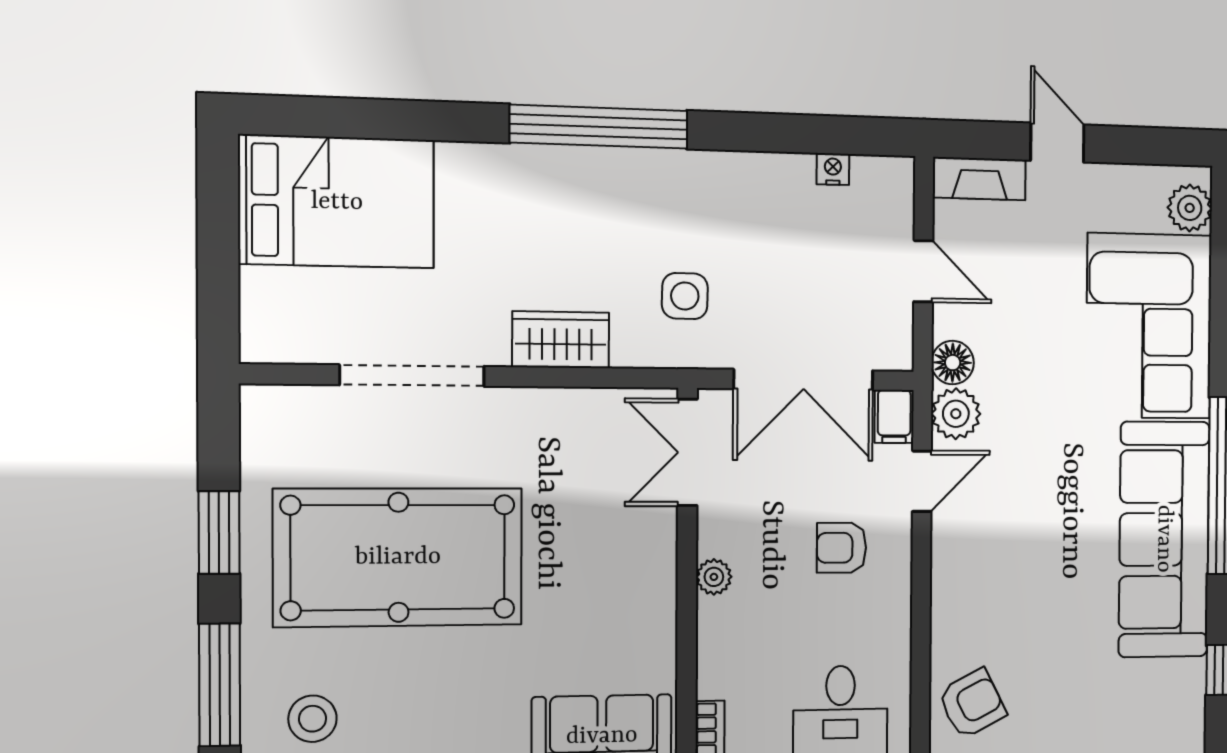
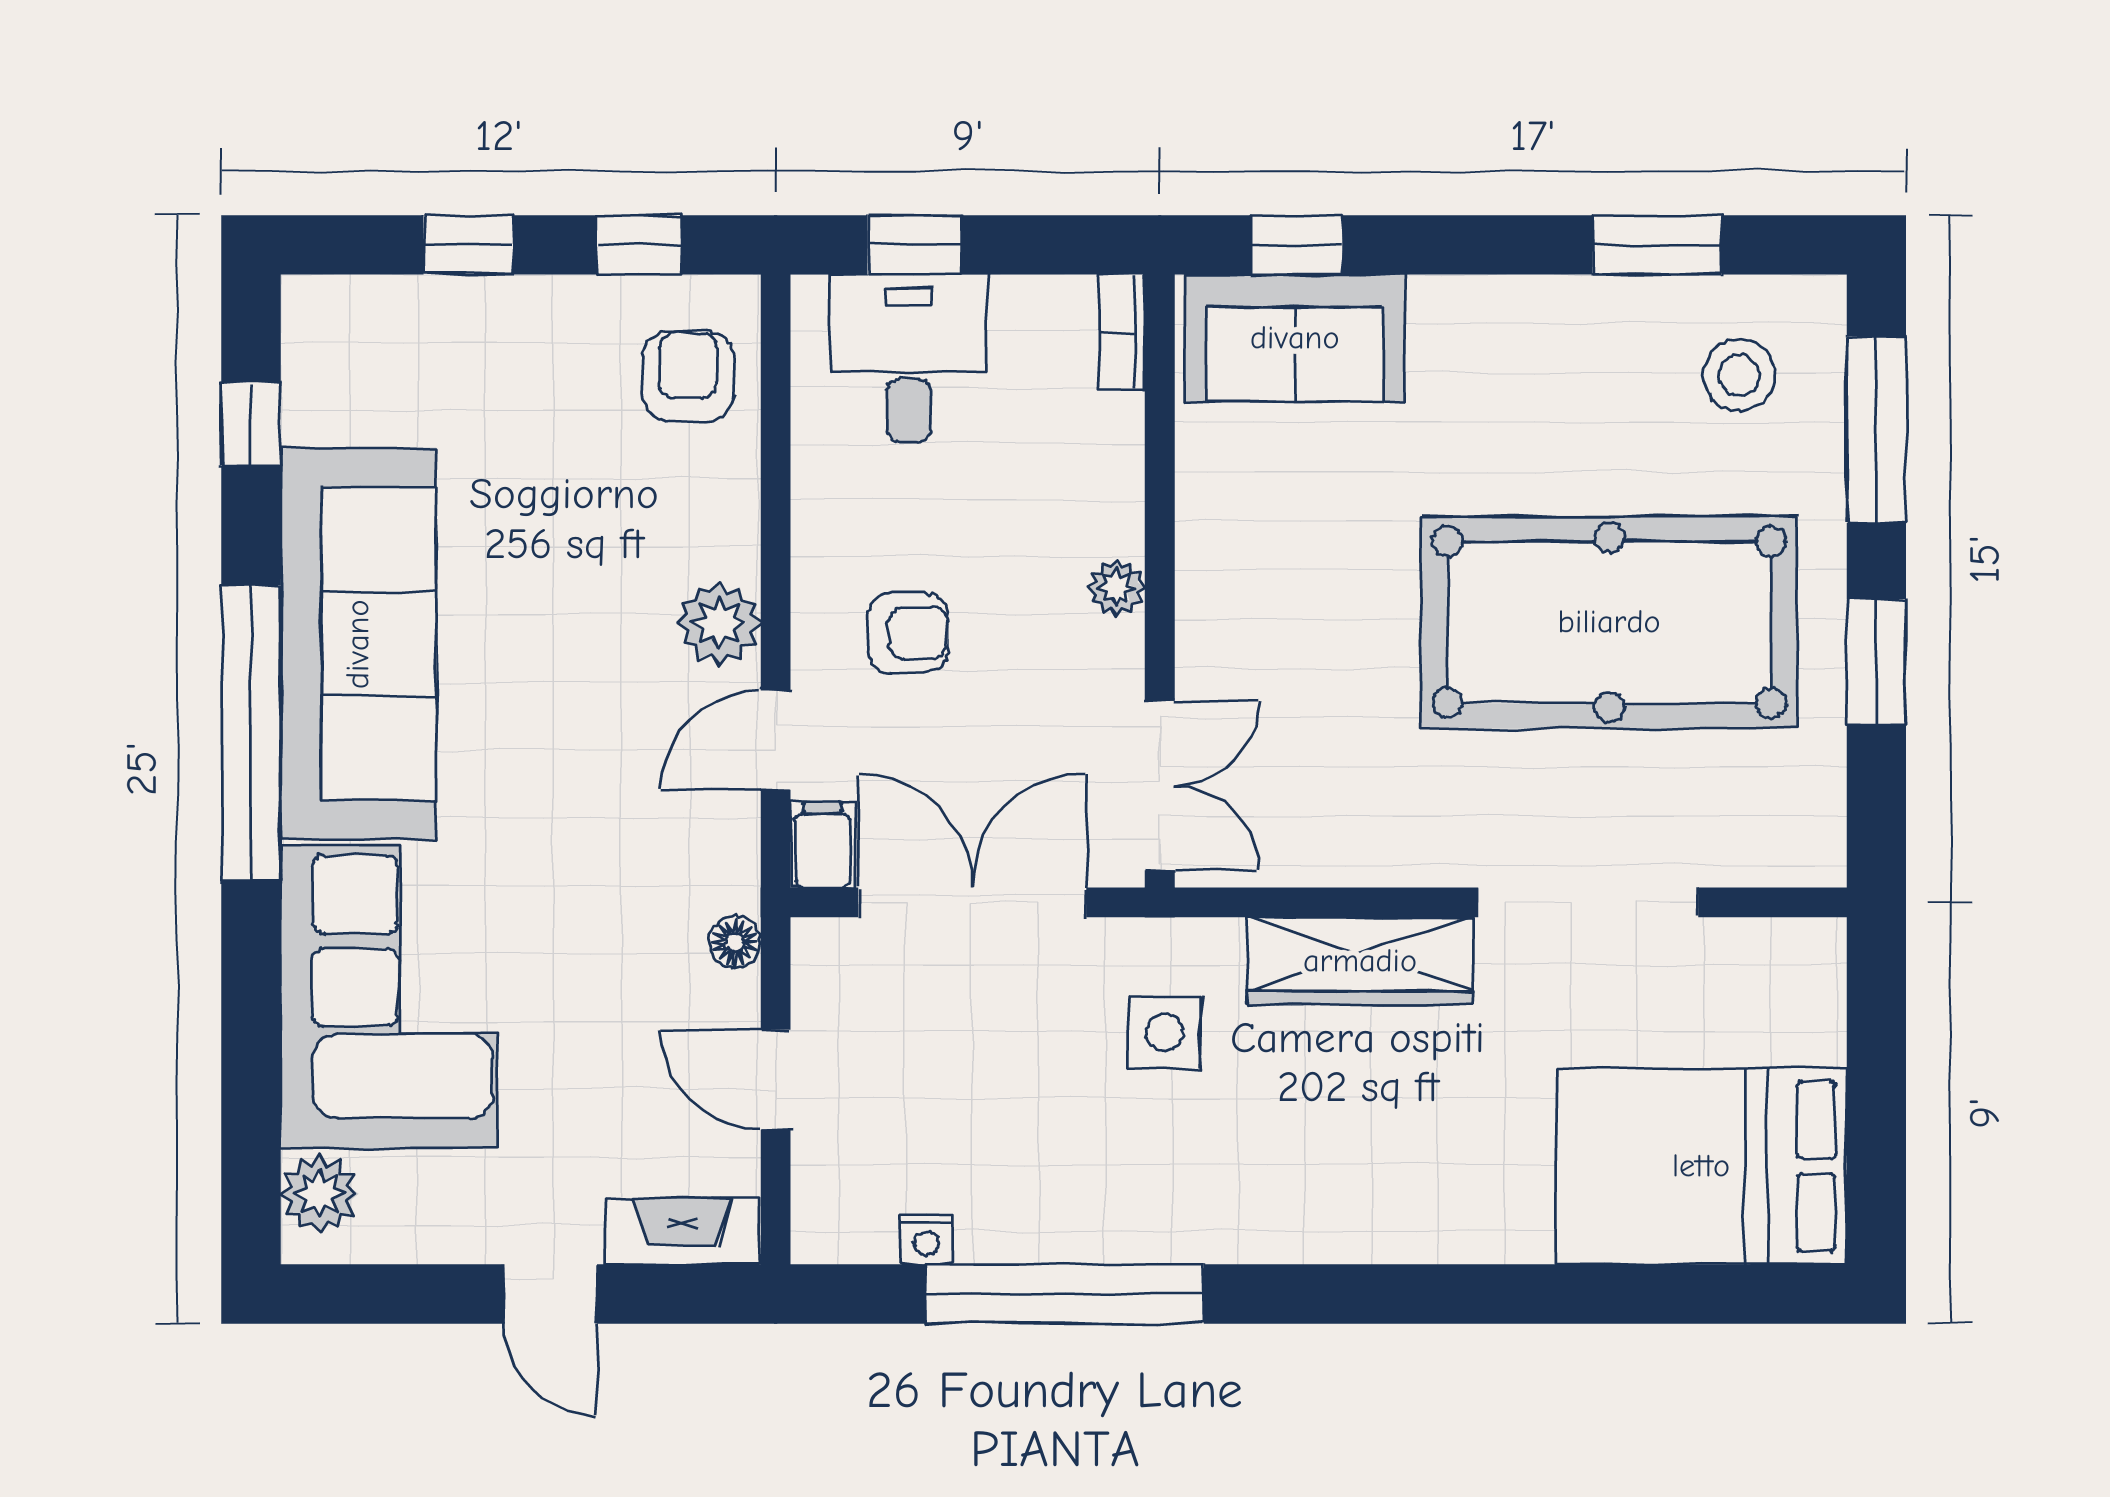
window: (599, 127) -> (1065, 1294), moved
wardrobe: (561, 340) -> (1360, 961), width x1.50
floor lamp: (953, 363) -> (735, 942), width x0.73, depth x0.73
plant: (956, 414) -> (719, 623), moved
armchair: (972, 704) -> (688, 376), turned 117

